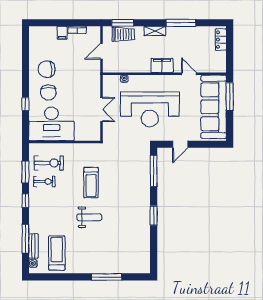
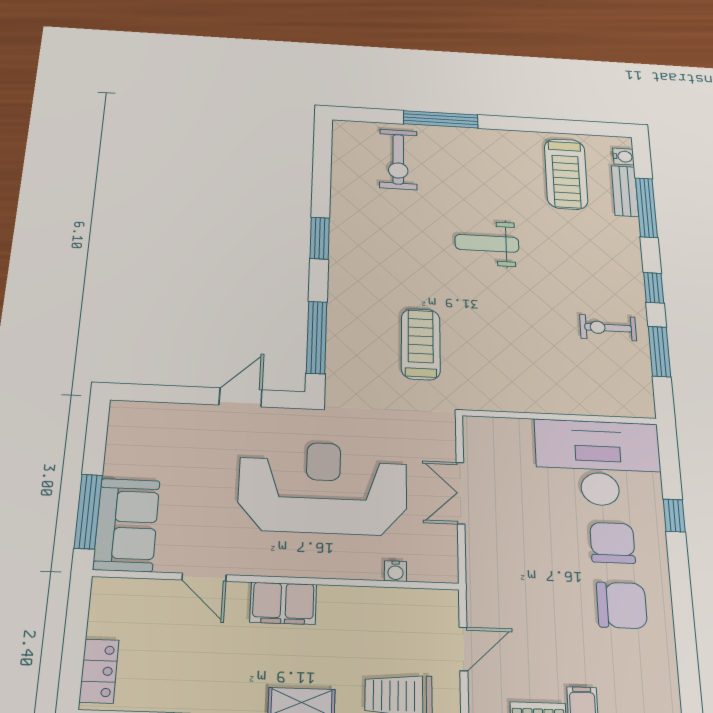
sofa: (214, 107) -> (127, 525), width x0.54, depth x0.79
exercise bike: (49, 163) -> (398, 159), moved, turned -90
treadmill: (91, 183) -> (421, 344), moved

